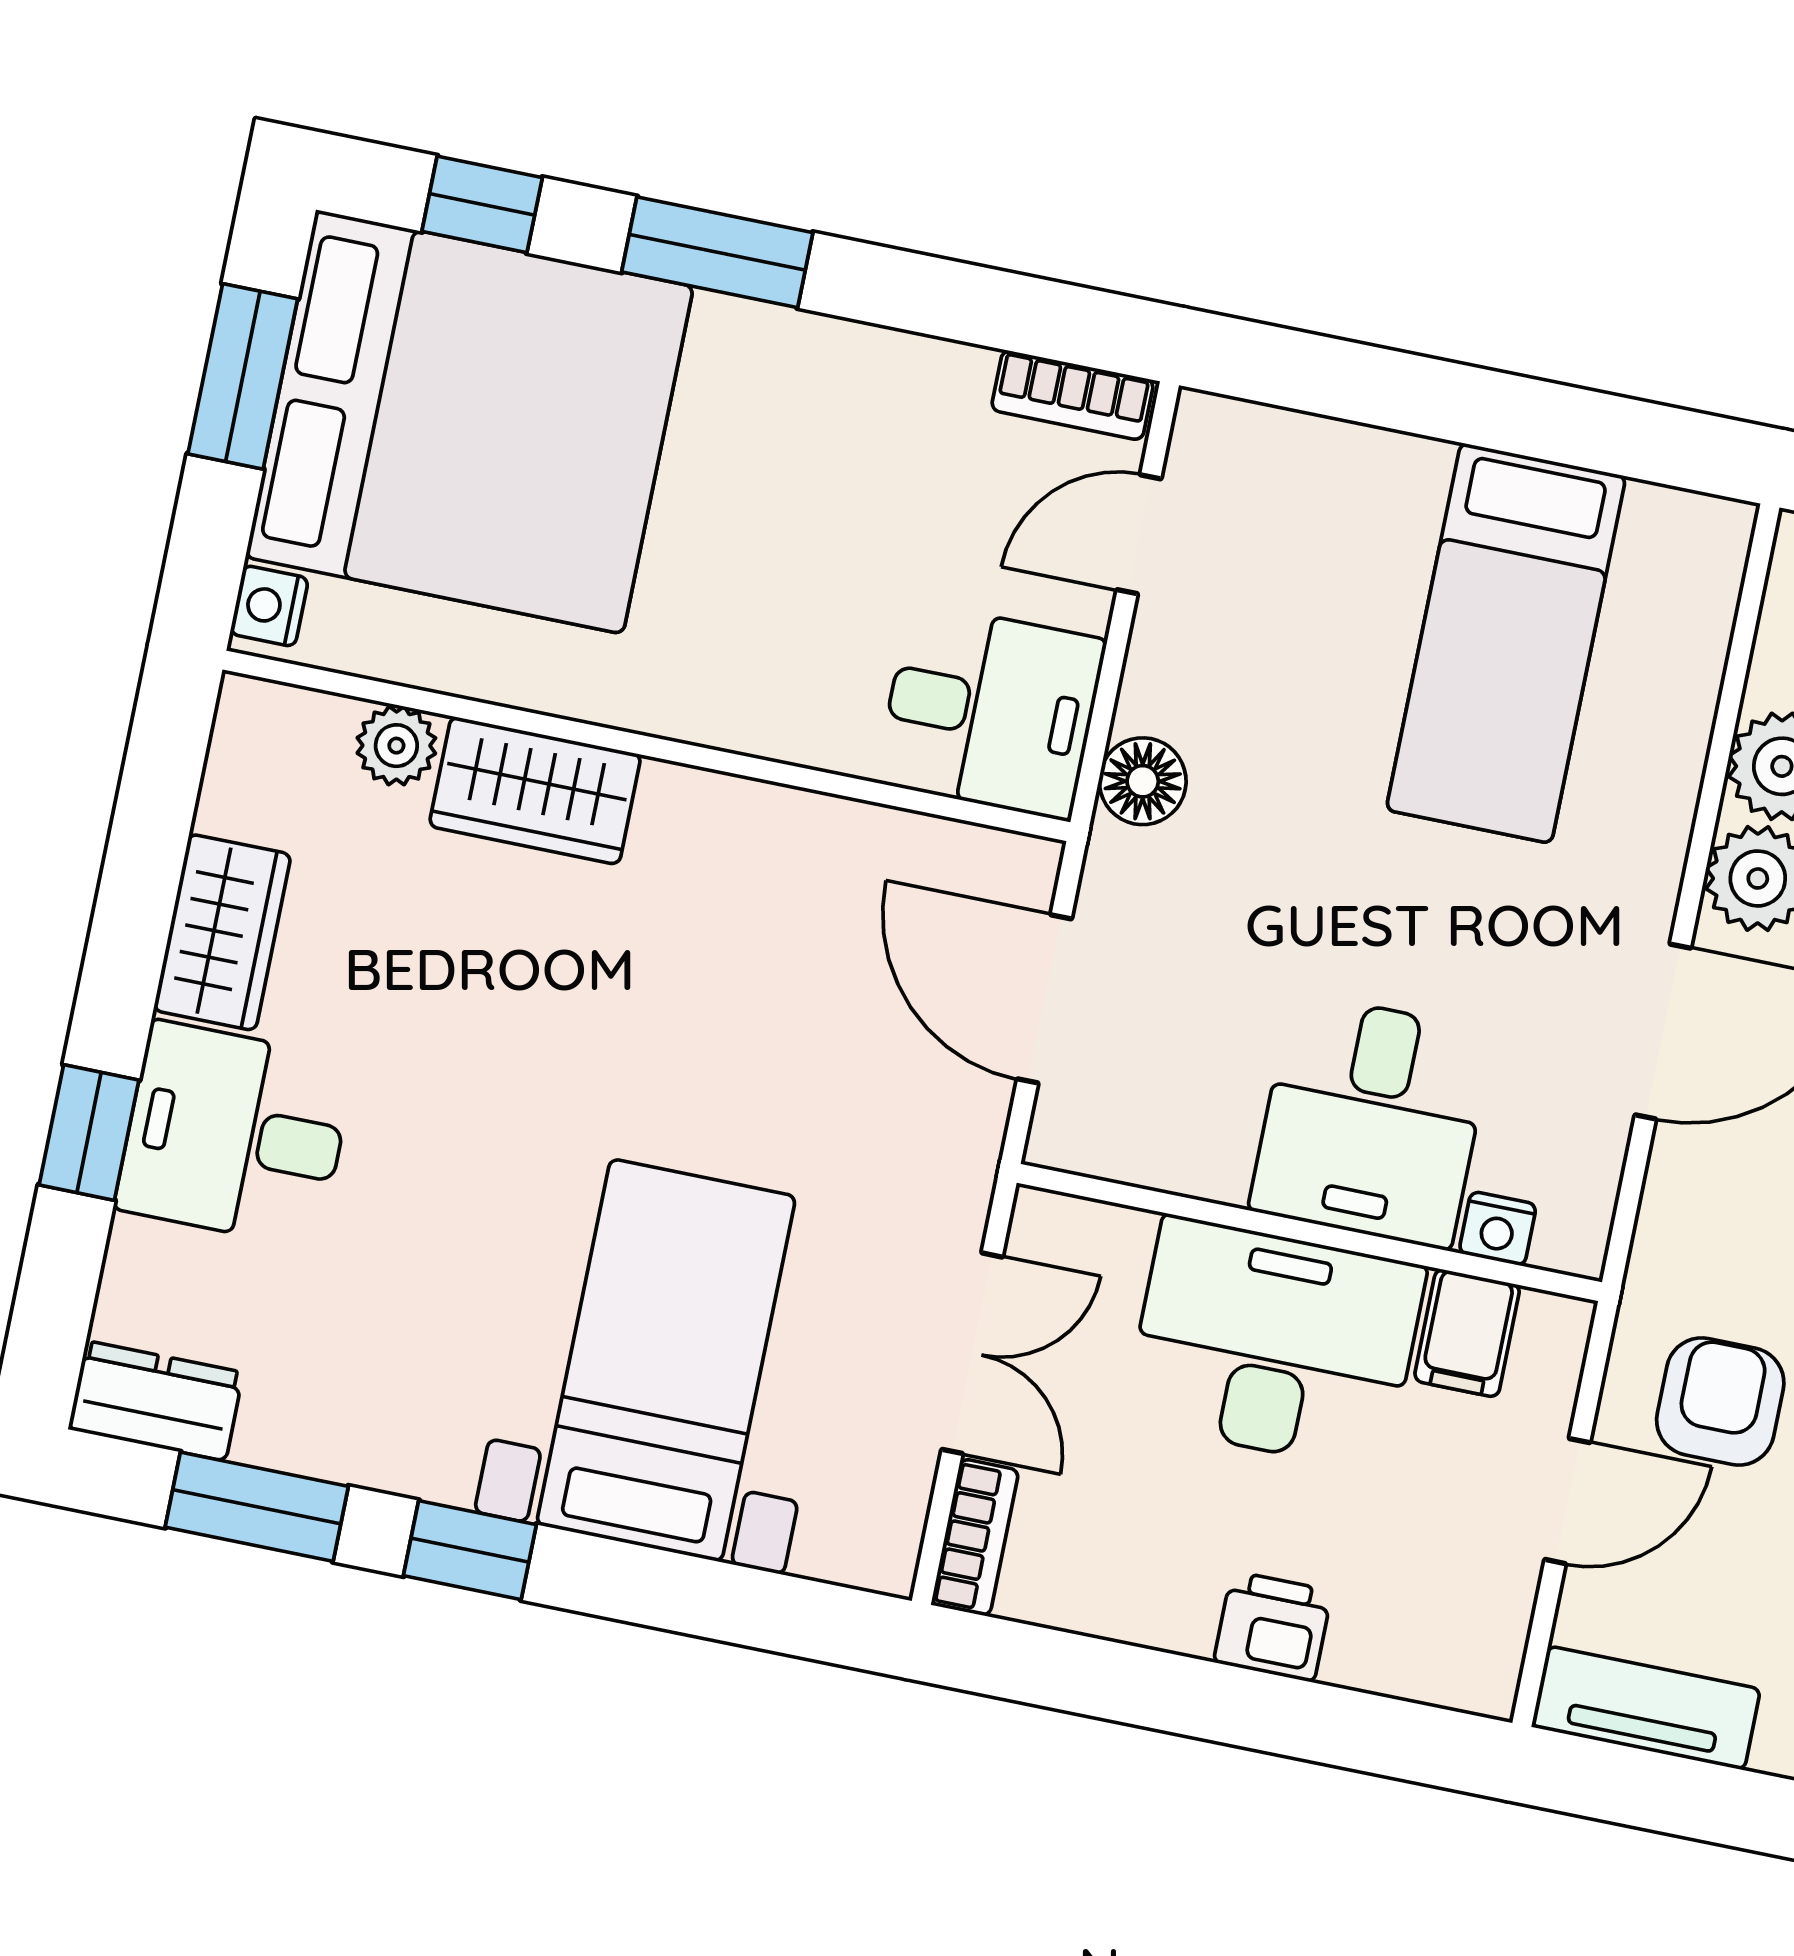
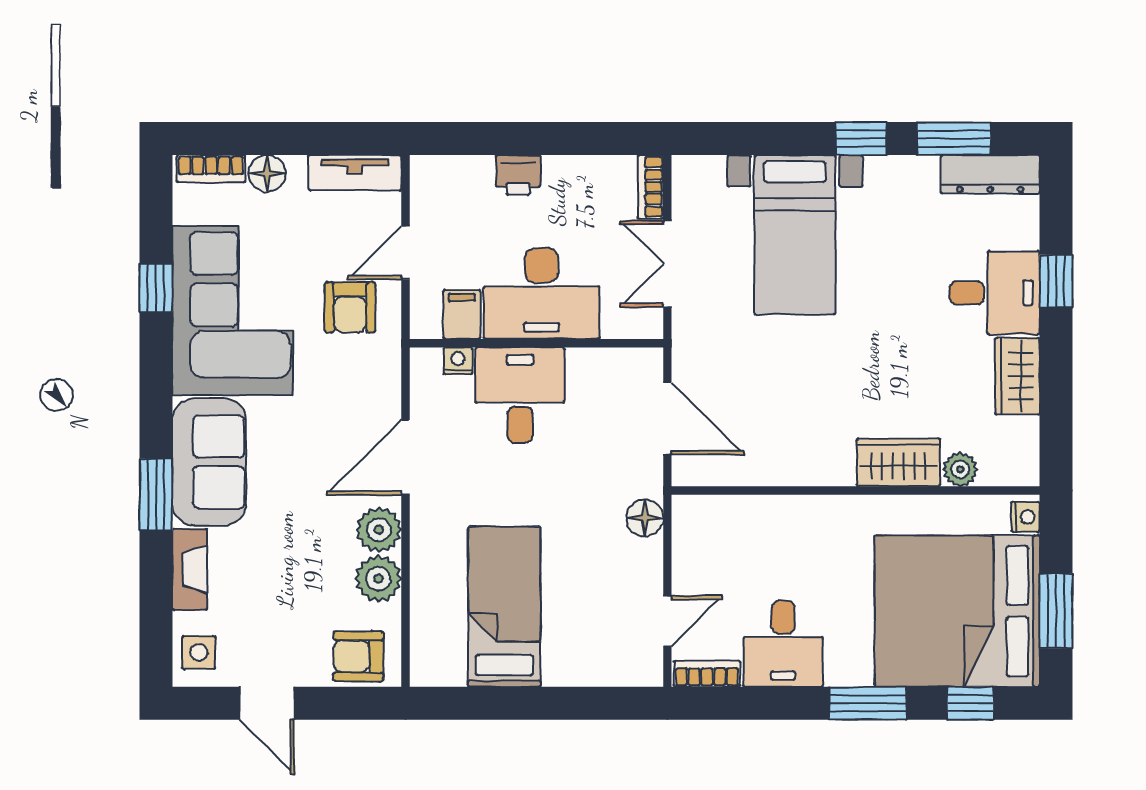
desk: (991, 711) -> (783, 644), moved, turned -90
dresser: (156, 1401) -> (990, 174), width x1.44

